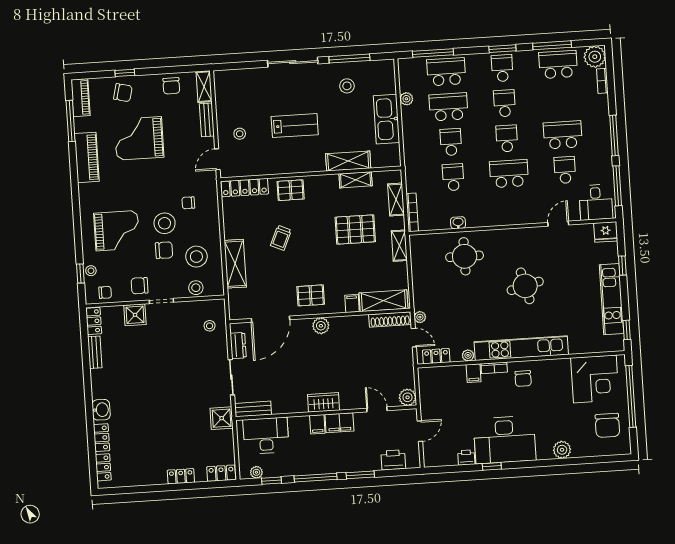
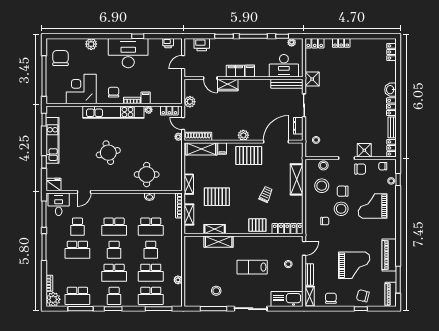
school desk: (504, 103) -> (114, 273), width x1.85
kitchen sink: (386, 119) -> (287, 299), moved, turned -90
school desk: (453, 177) -> (151, 227), width x1.85
pallet: (311, 295) -> (249, 155), width x1.50, depth x1.42
corner desk: (595, 379) -> (81, 89), moved
plant: (408, 397) -> (190, 102), moved
wardrobe: (323, 402) -> (228, 85), moved
bench: (253, 409) -> (287, 84), width x1.36
locker: (101, 438) -> (391, 107), moved
printer: (466, 457) -> (168, 43), moved

